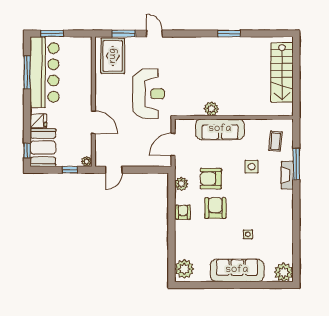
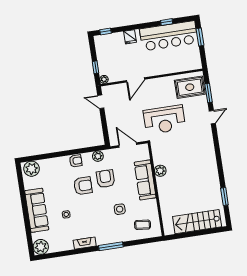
window: (229, 33) -> (224, 196), moved
window: (27, 72) -> (167, 22), width x0.46
booth: (43, 148) -> (110, 44), removed
window: (296, 164) -> (111, 246), moved
fireplace: (287, 175) -> (85, 243), moved

